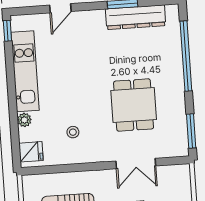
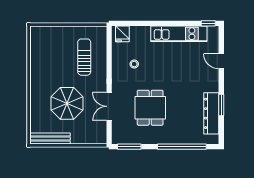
dining table: (134, 105) -> (150, 108), turned 90
plant: (24, 120) -> (145, 31), removed

